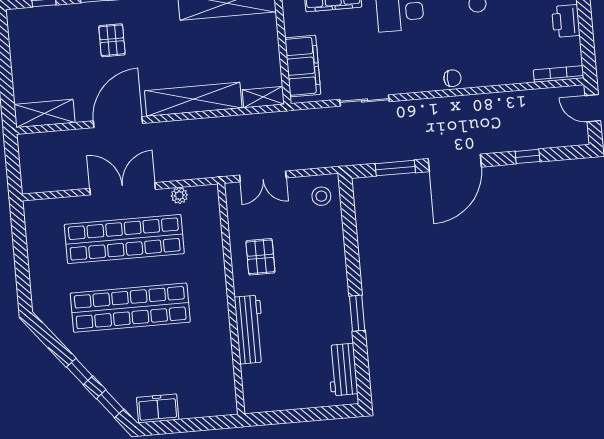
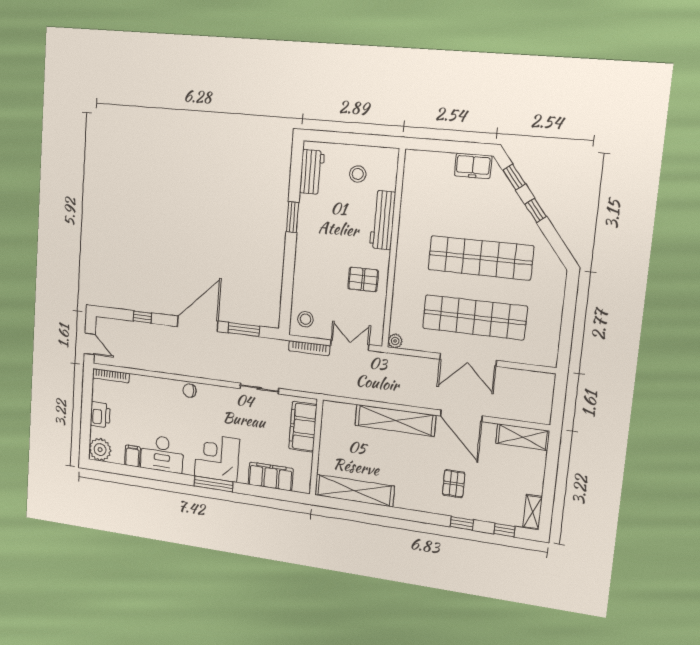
shelving: (263, 97) -> (533, 512), moved, turned 90
door: (118, 122) -> (461, 416), hinge flipped
bookcase: (311, 163) -> (309, 348), added
plant: (179, 195) -> (395, 341), moved
pallet: (260, 257) -> (363, 279), turned 90
stool: (288, 377) -> (358, 174), added

